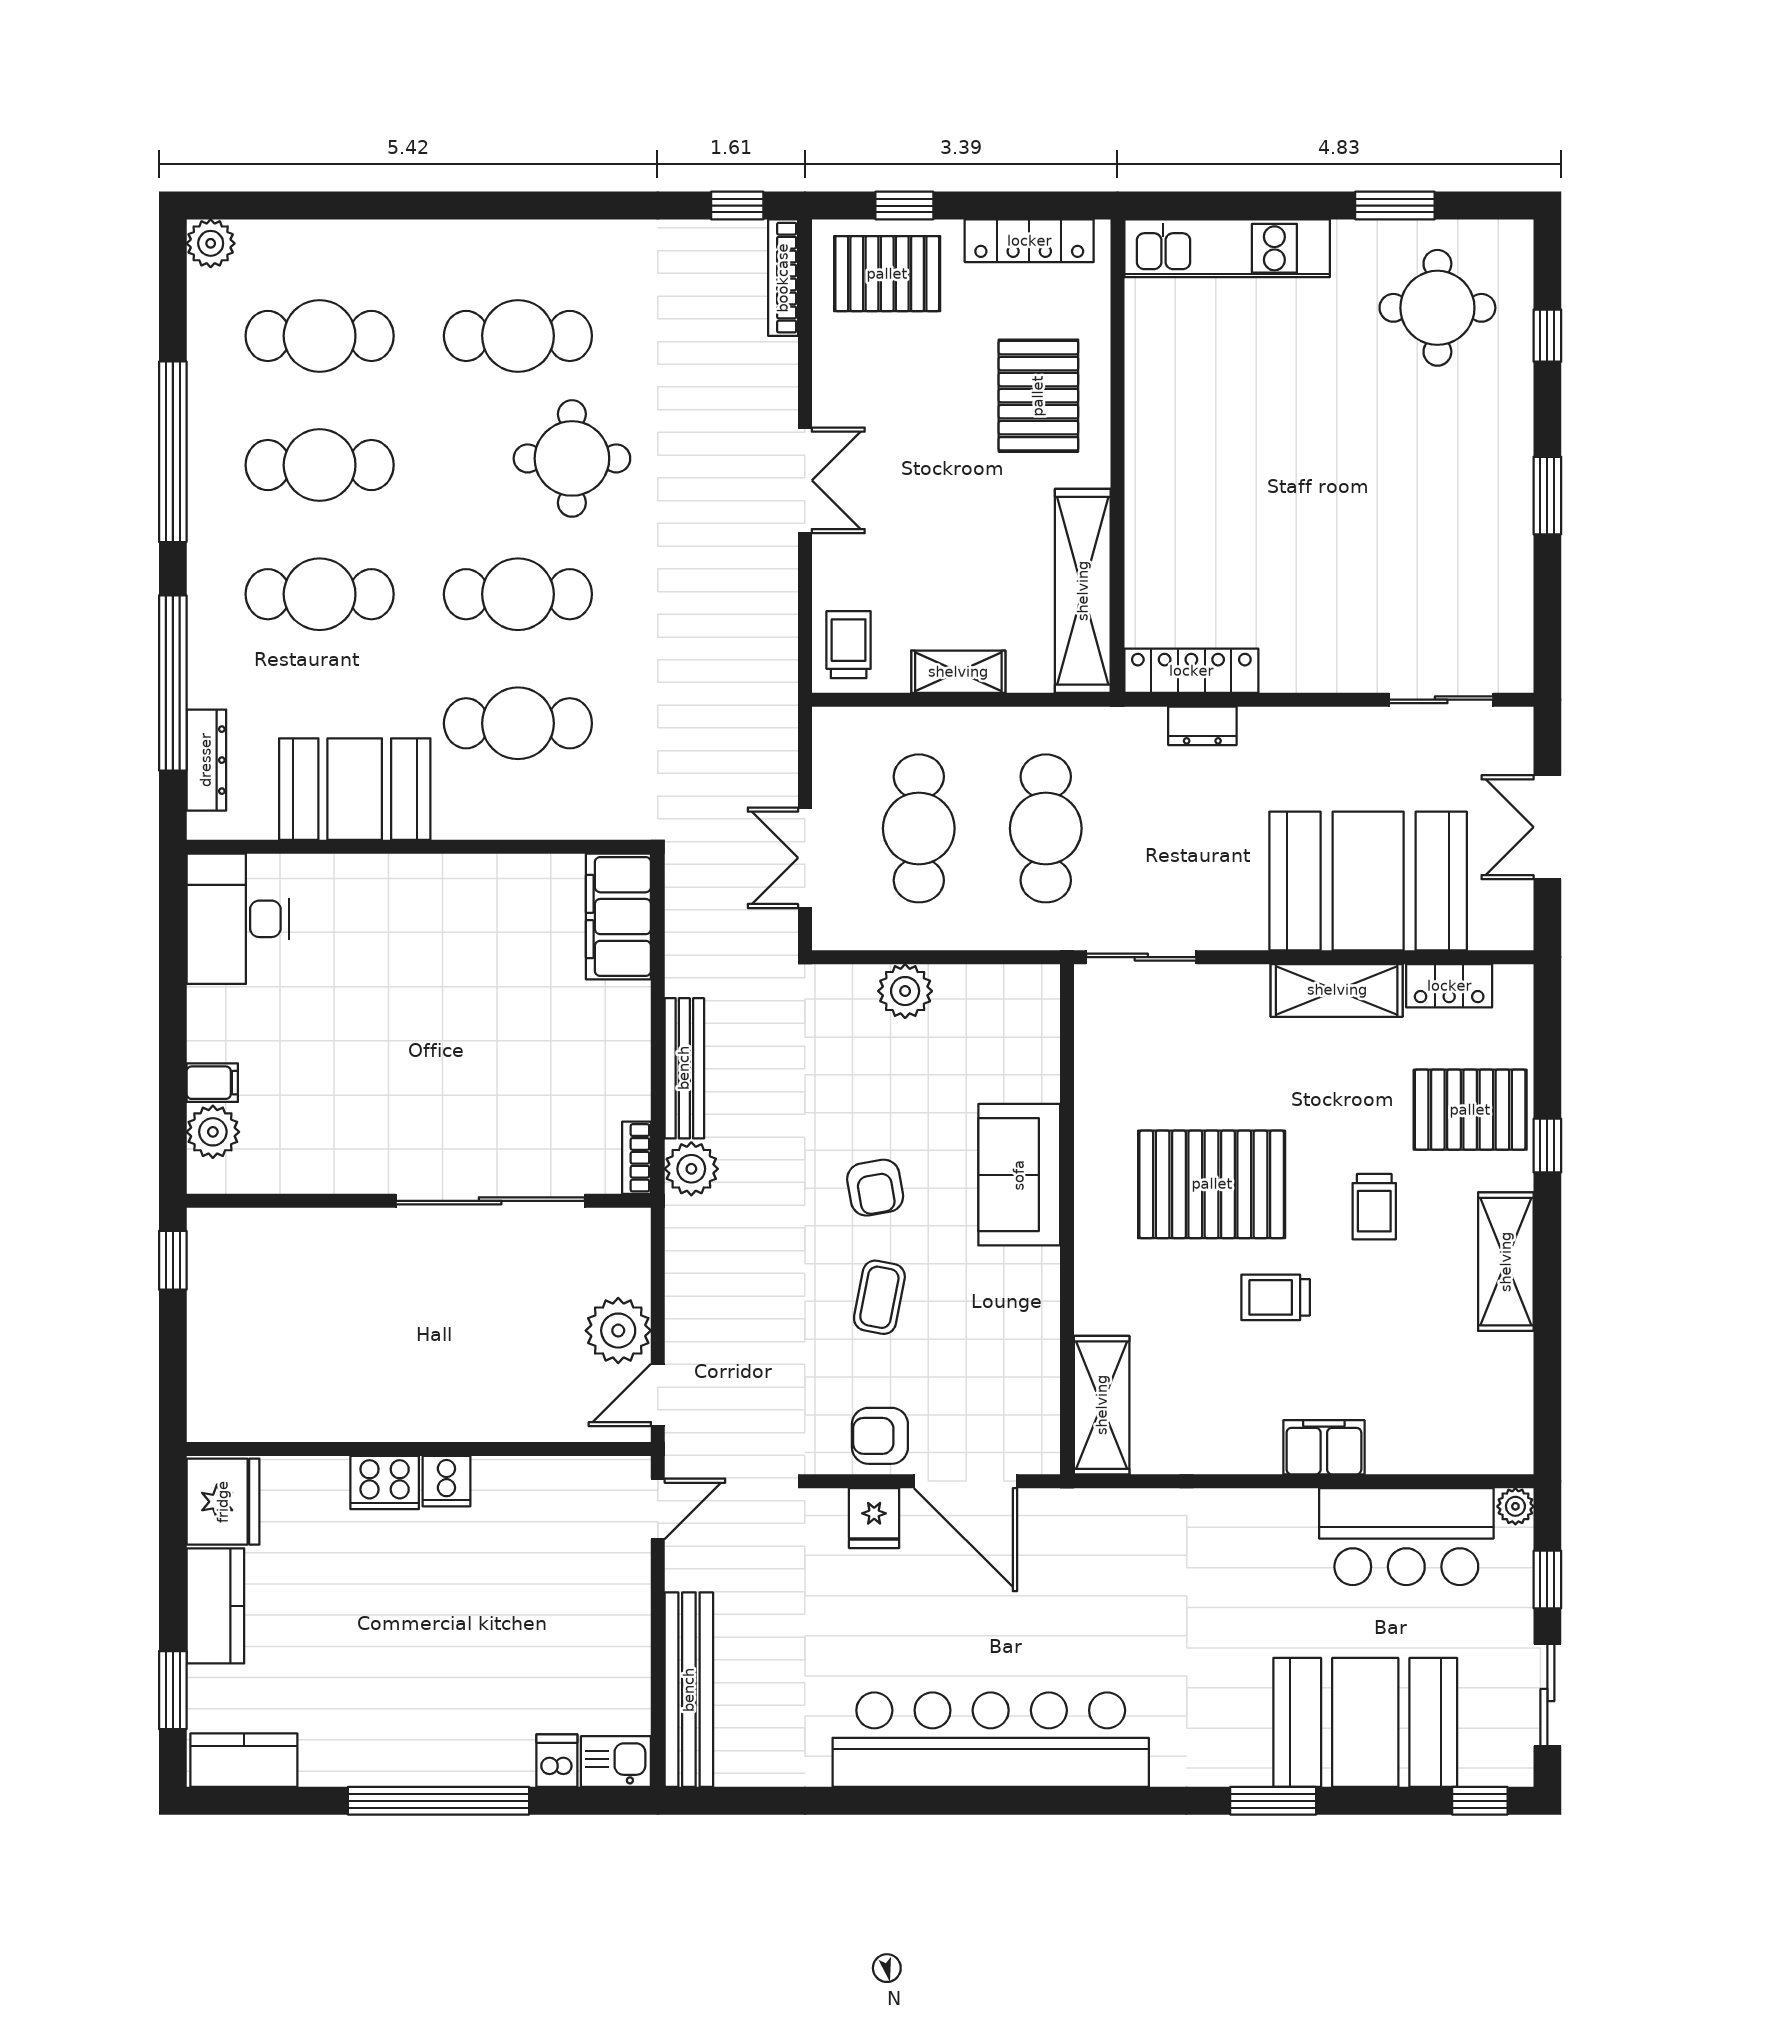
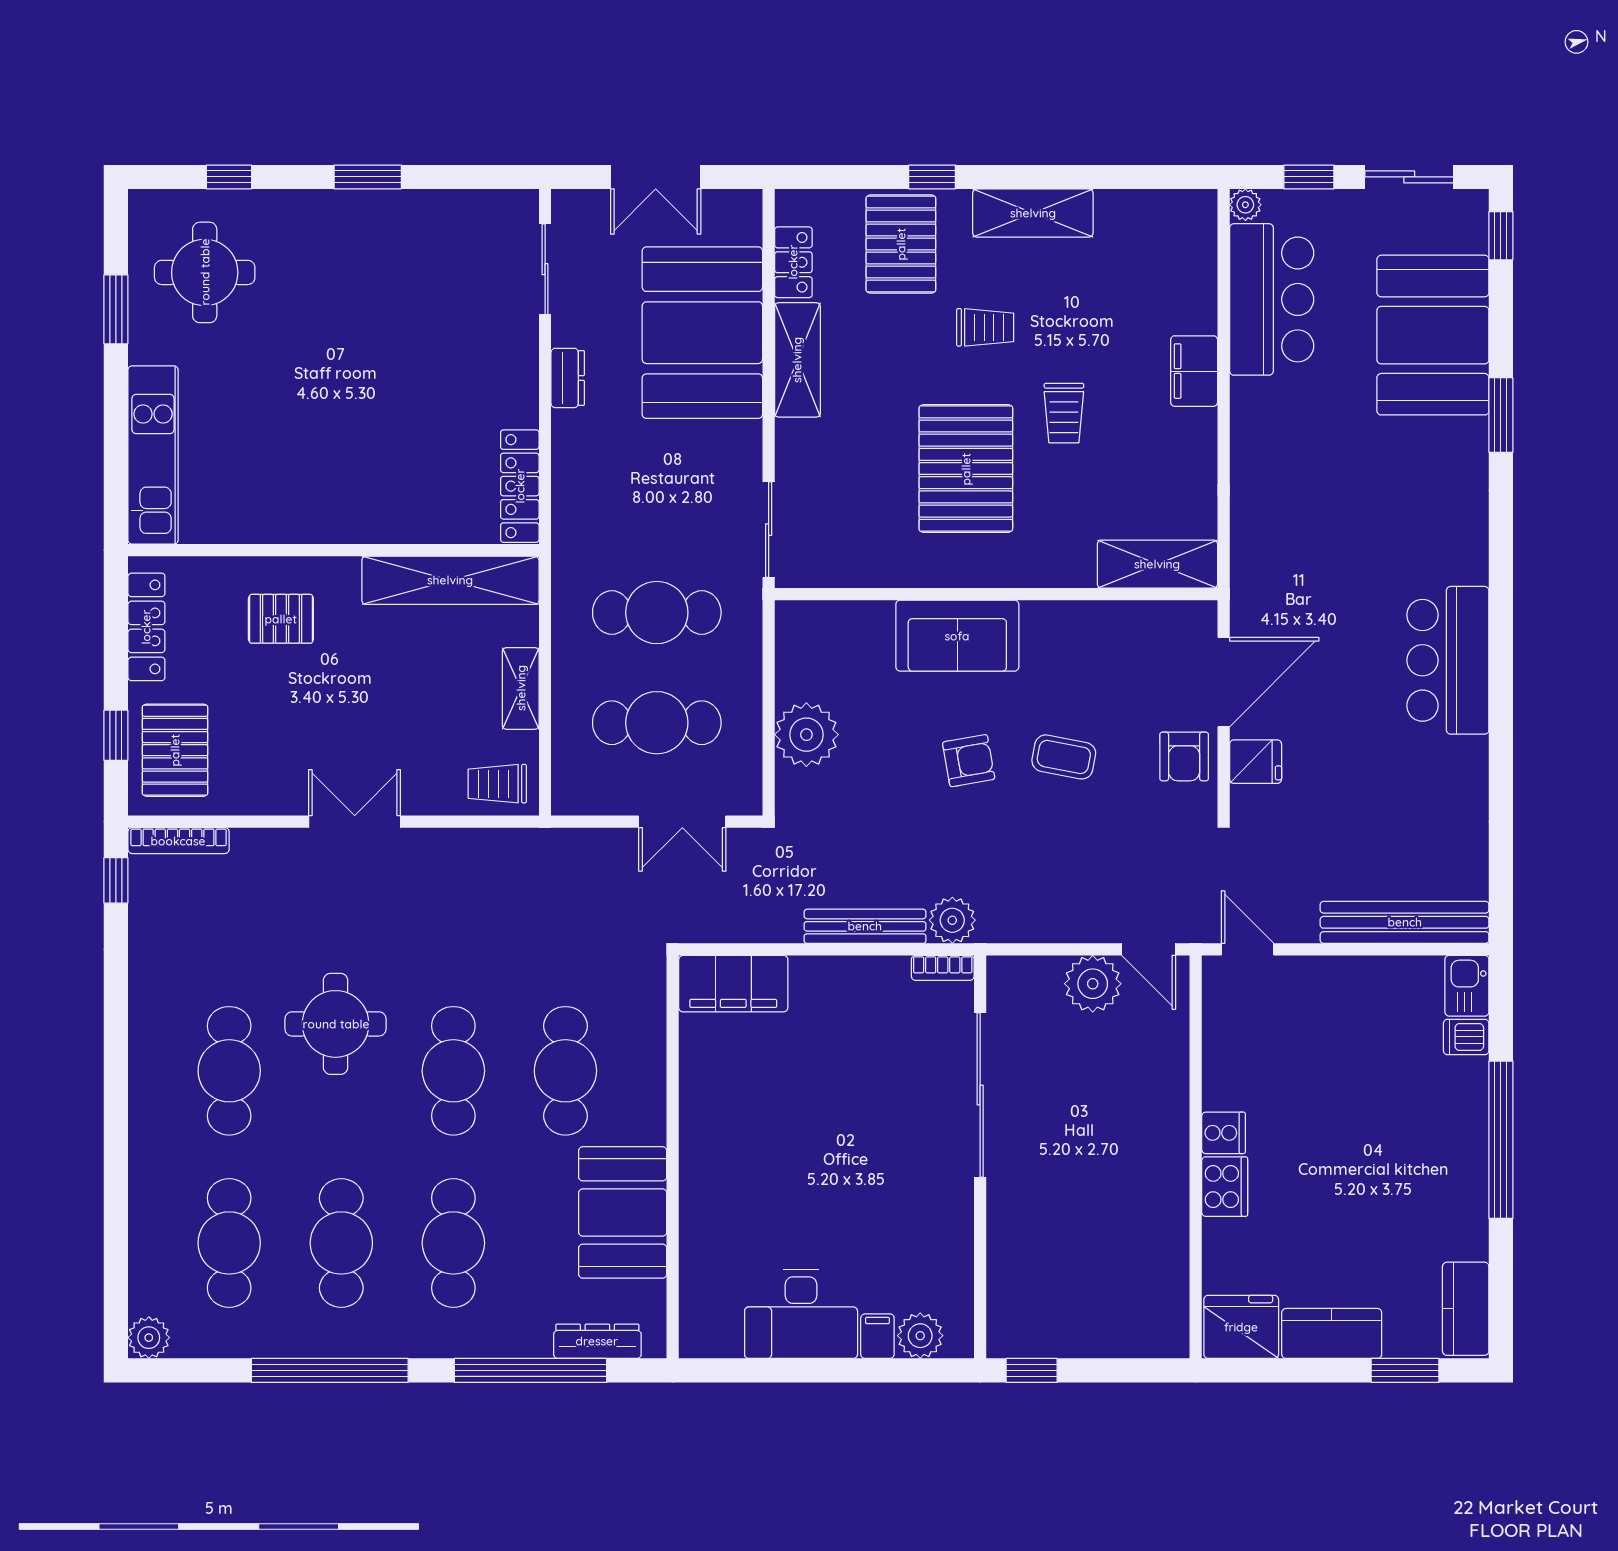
pallet: (1038, 396) -> (281, 619), width x0.67, depth x0.71
dresser: (1202, 726) -> (568, 378), moved
desk: (238, 919) -> (801, 1314), moved
plant: (905, 991) -> (806, 735), width x1.36, depth x1.36
bar counter: (991, 1740) -> (1448, 660), width x0.54

